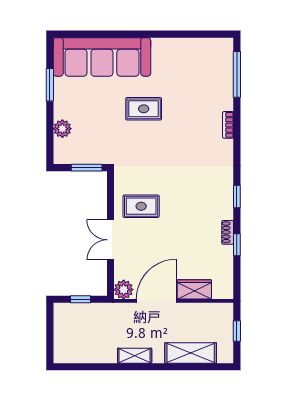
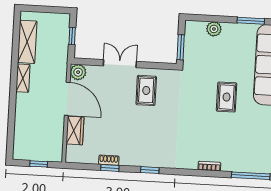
shoe rack: (228, 232) -> (109, 160), moved
shelving: (191, 353) -> (27, 42), moved

